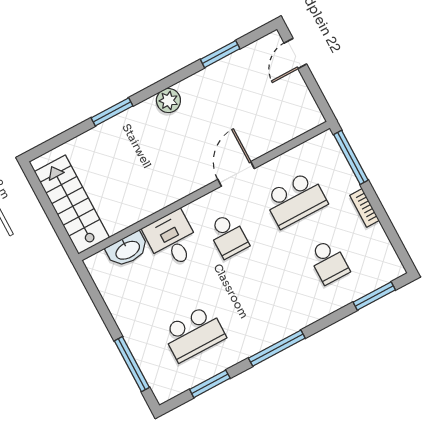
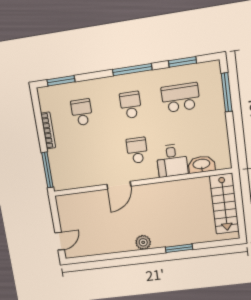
window: (220, 54) -> (103, 257), removed
school desk: (295, 200) -> (131, 105), moved, width x0.54
bookcase: (365, 208) -> (48, 130), width x1.56

